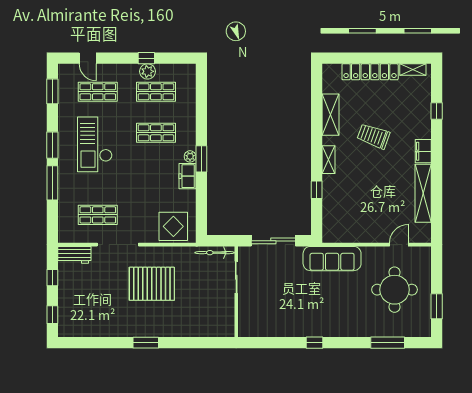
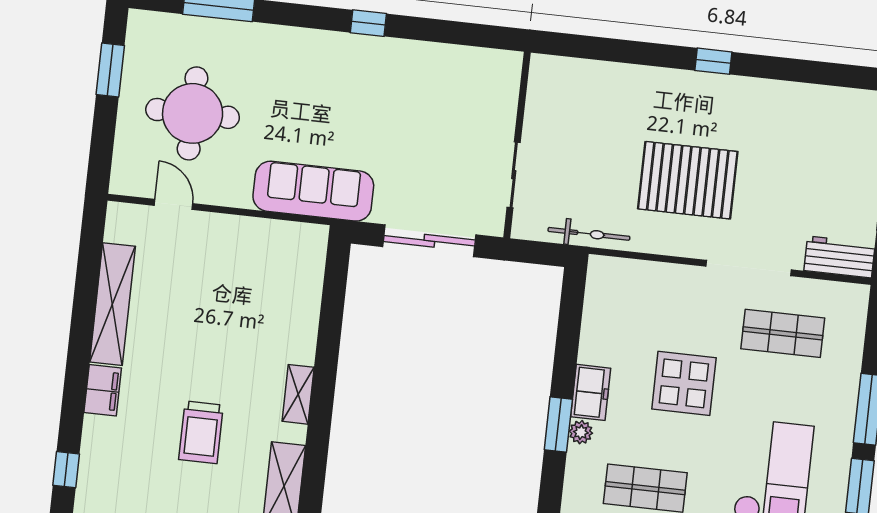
trolley: (373, 136) -> (201, 432), turned 70
window: (317, 190) -> (329, 335), removed
display table: (173, 226) -> (684, 383), moved
door: (399, 245) -> (174, 204), swing flipped
bicycle: (215, 253) -> (589, 234), moved
window: (146, 343) -> (713, 61), width x0.67

